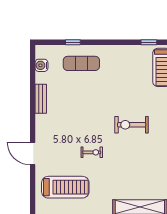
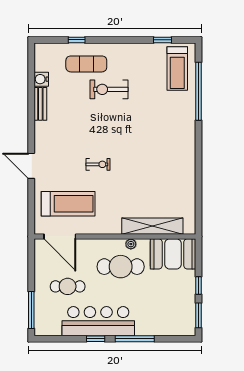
water cooler: (41, 65) -> (41, 79), moved
exercise bike: (132, 125) -> (109, 89), moved

